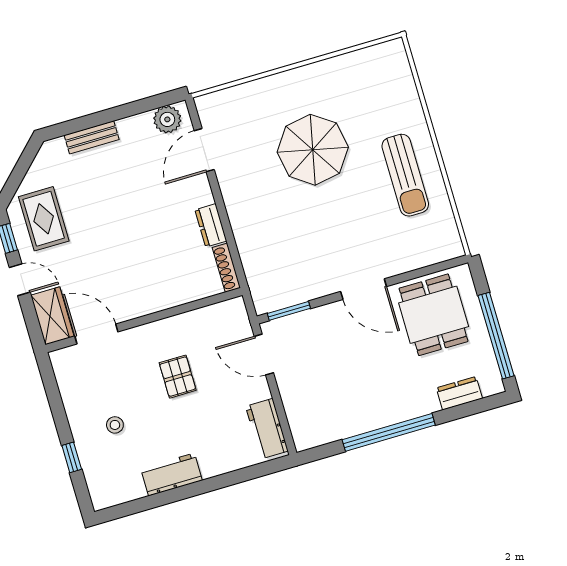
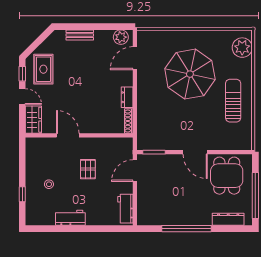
plant: (394, 74) -> (242, 48), added
parasol: (313, 150) -> (190, 74), width x1.36, depth x1.36
sun lounger: (405, 175) -> (233, 101), turned 180
door: (96, 334) -> (68, 135), moved
door: (264, 355) -> (135, 171), hinge flipped
dresser: (459, 393) -> (228, 219), width x1.44

